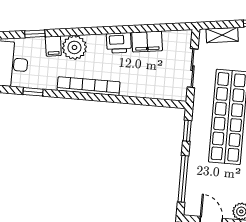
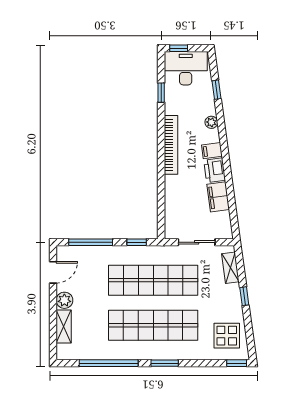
filing cabinet: (53, 46) -> (212, 151), moved
plant: (74, 47) -> (211, 122), width x0.53, depth x0.53

